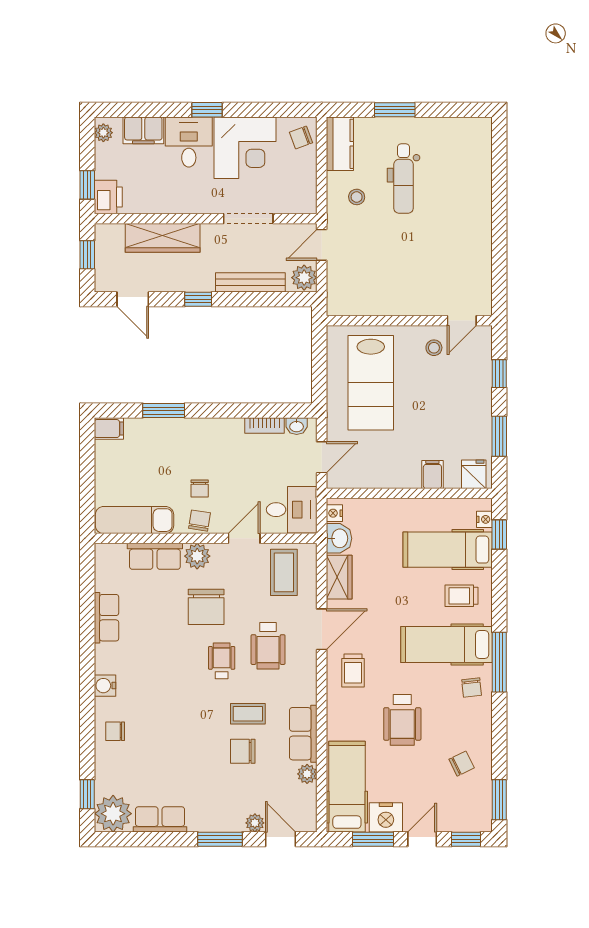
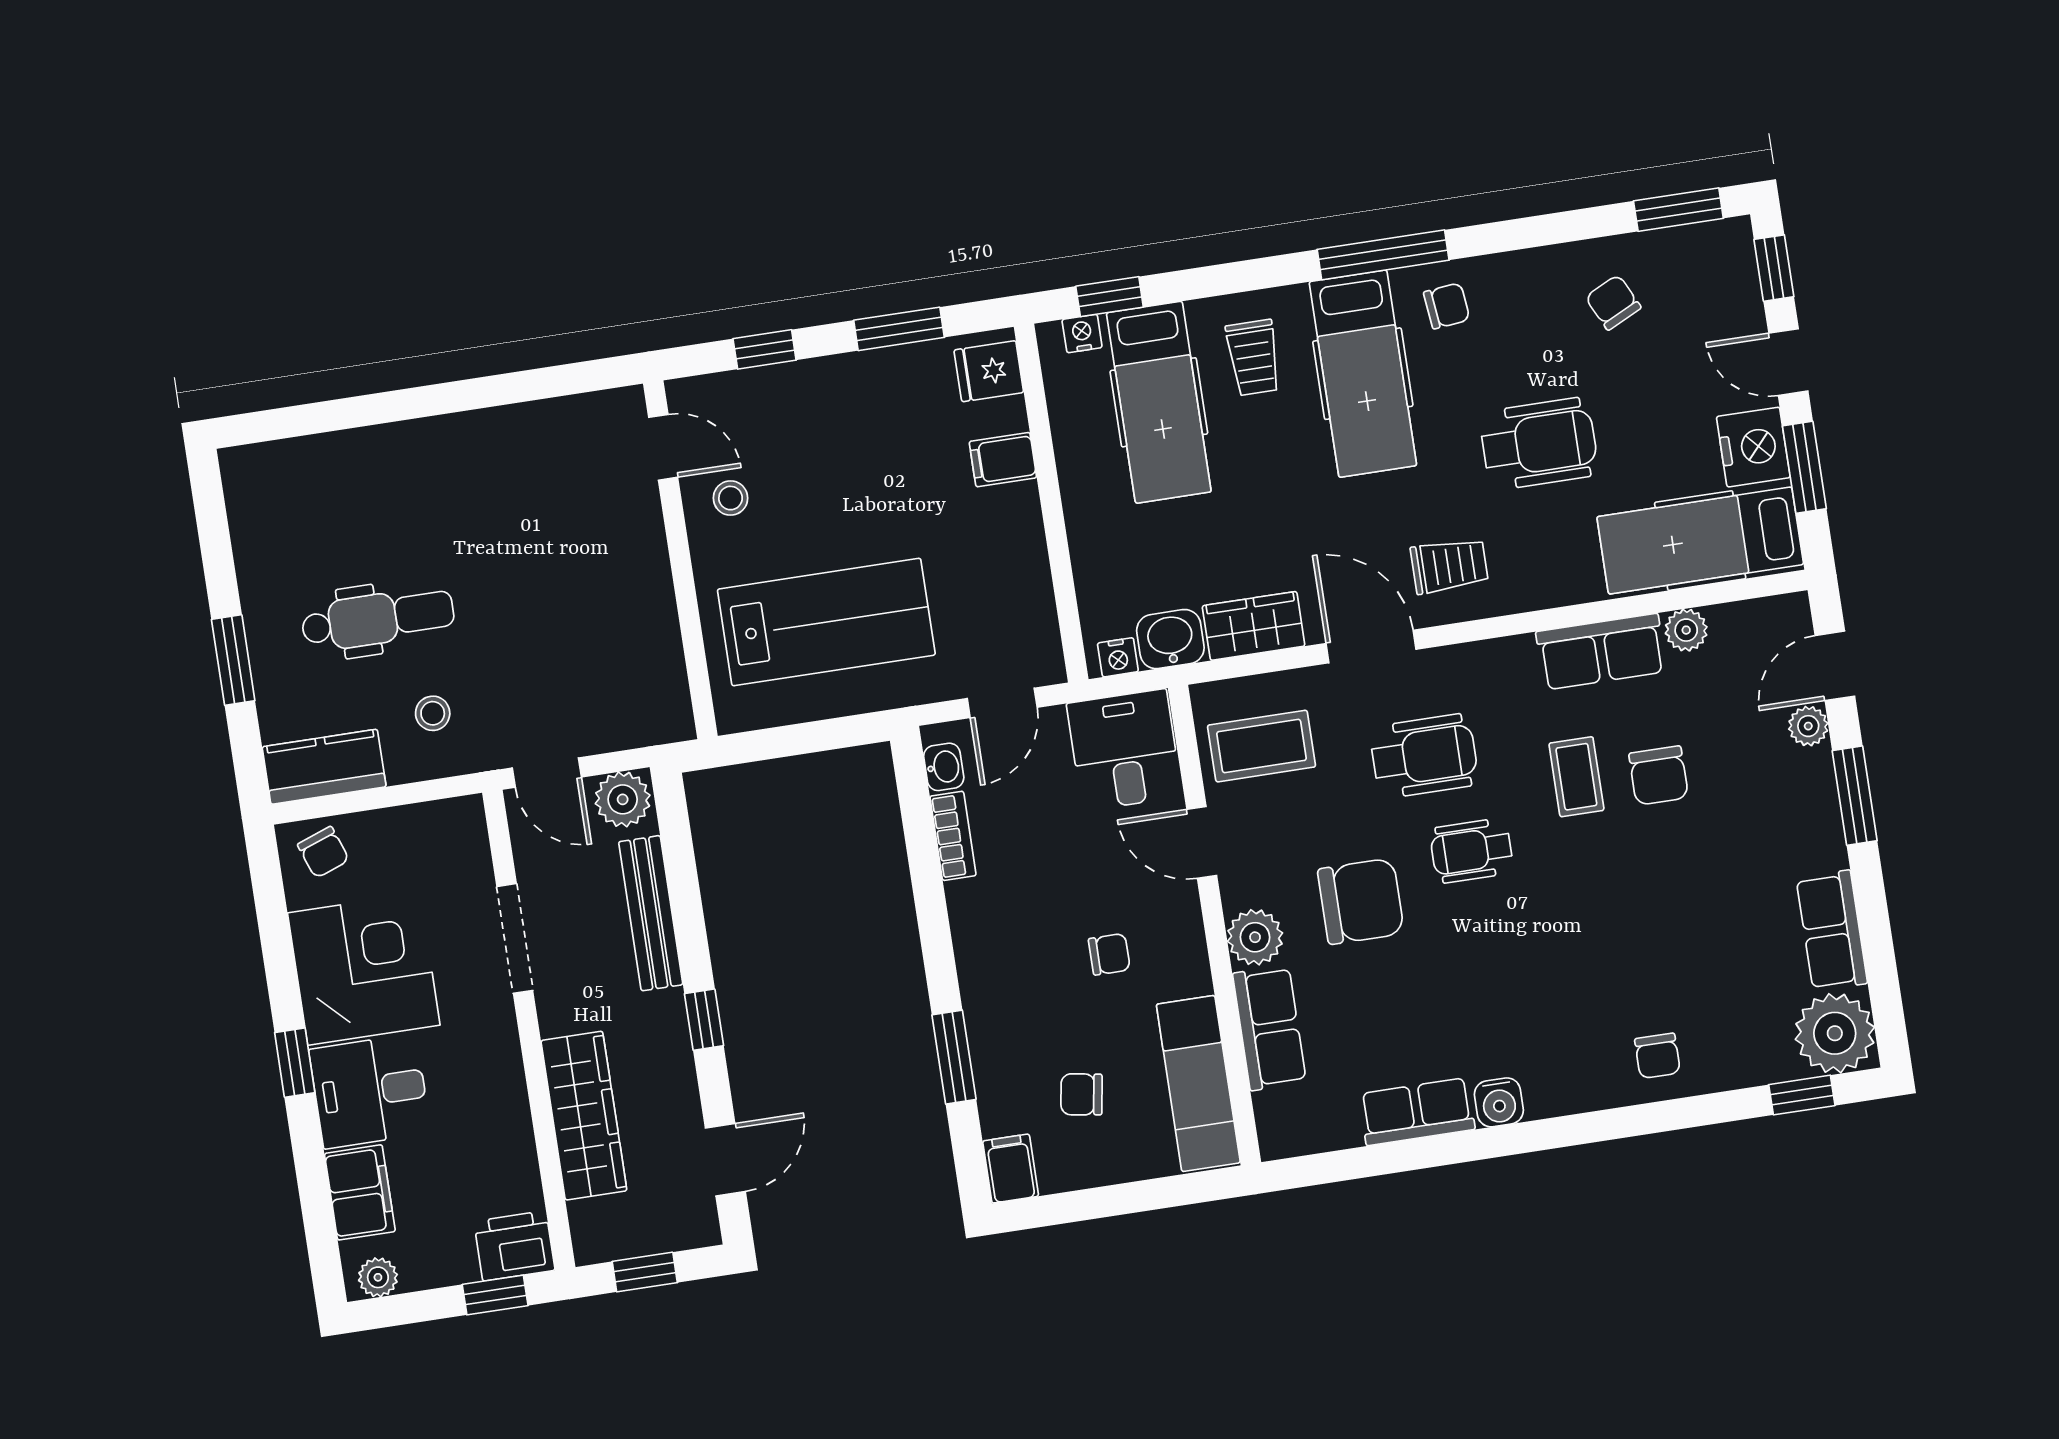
door: (322, 457) -> (1002, 703), swing flipped
chair: (199, 521) -> (1082, 1094), moved
water cooler: (105, 686) -> (1499, 1102), moved

